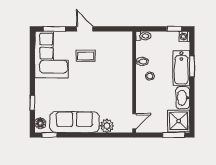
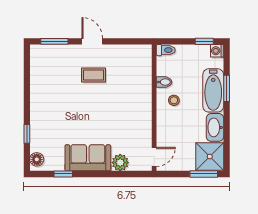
corner sofa: (51, 55) -> (51, 74), removed
sofa: (75, 122) -> (88, 158), width x0.73
window: (49, 135) -> (63, 174), moved

